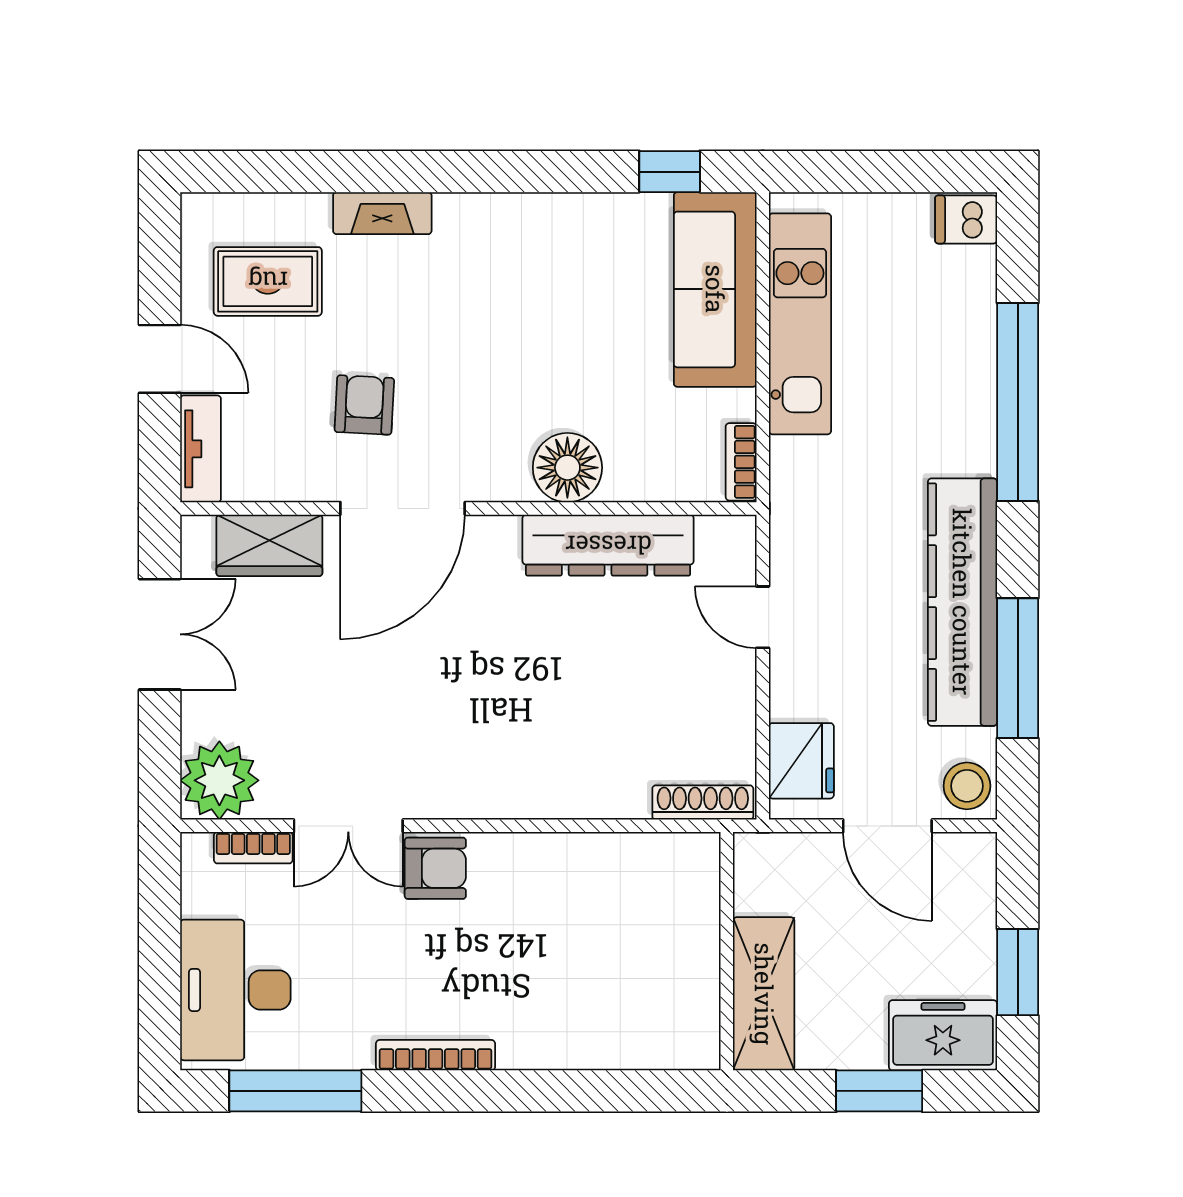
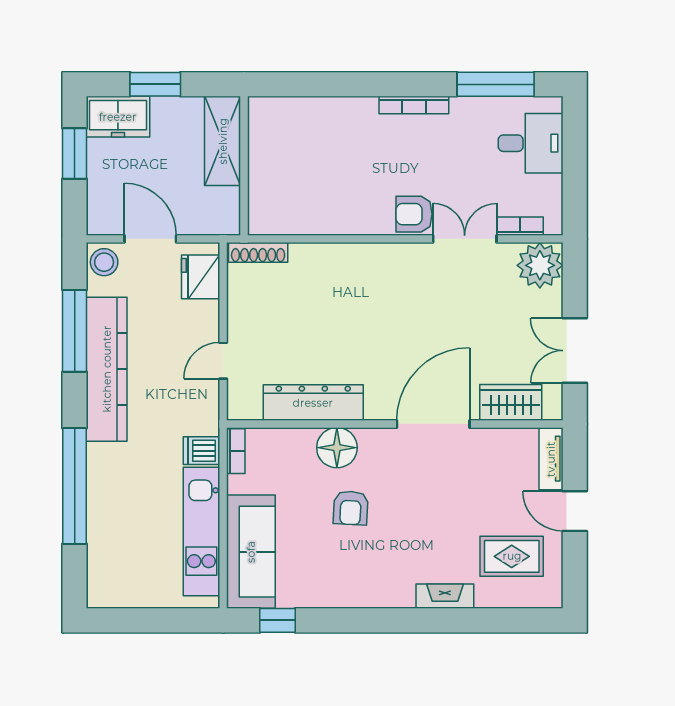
dishwasher: (966, 219) -> (201, 451), moved, turned 180
armchair: (364, 405) -> (351, 508), moved
door: (763, 617) -> (223, 361), swing flipped
desk: (235, 990) -> (531, 143), width x0.73

